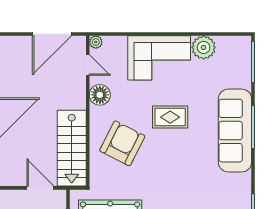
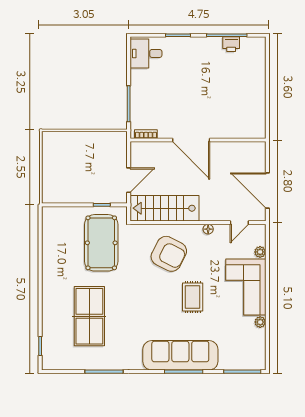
plant: (96, 42) -> (260, 252), moved
plant: (204, 47) -> (260, 322), width x0.53, depth x0.53
floor lamp: (100, 95) -> (208, 229), width x0.53, depth x0.53

